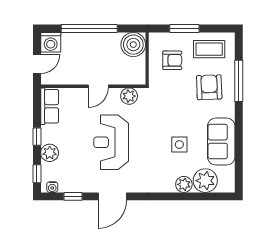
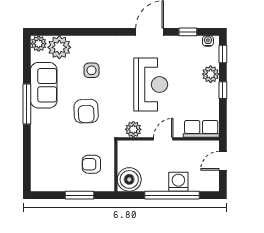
washing machine: (51, 42) -> (178, 182), moved
coffee table: (209, 49) -> (56, 175), removed
window: (239, 81) -> (27, 104), moved
armchair: (209, 87) -> (86, 111), moved
row of seats: (50, 106) -> (201, 129), moved, turned 90
side table: (179, 145) -> (92, 70), moved
plant: (184, 184) -> (39, 44), moved

